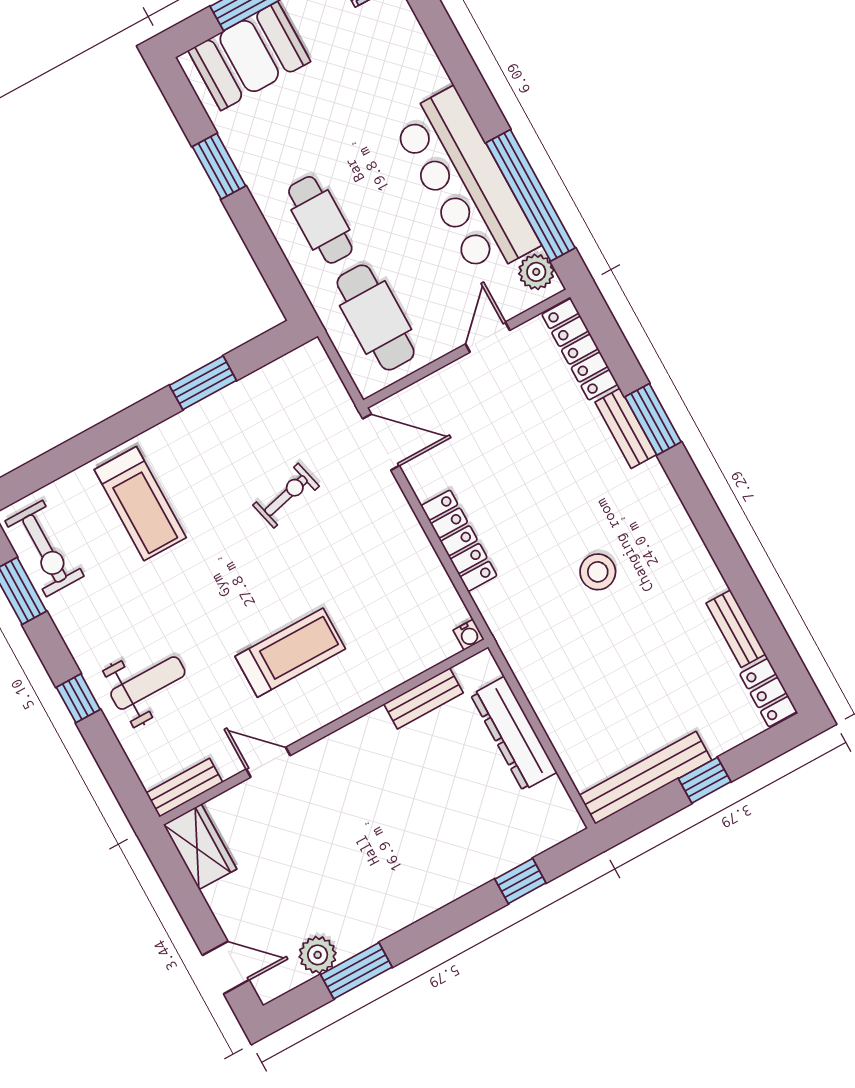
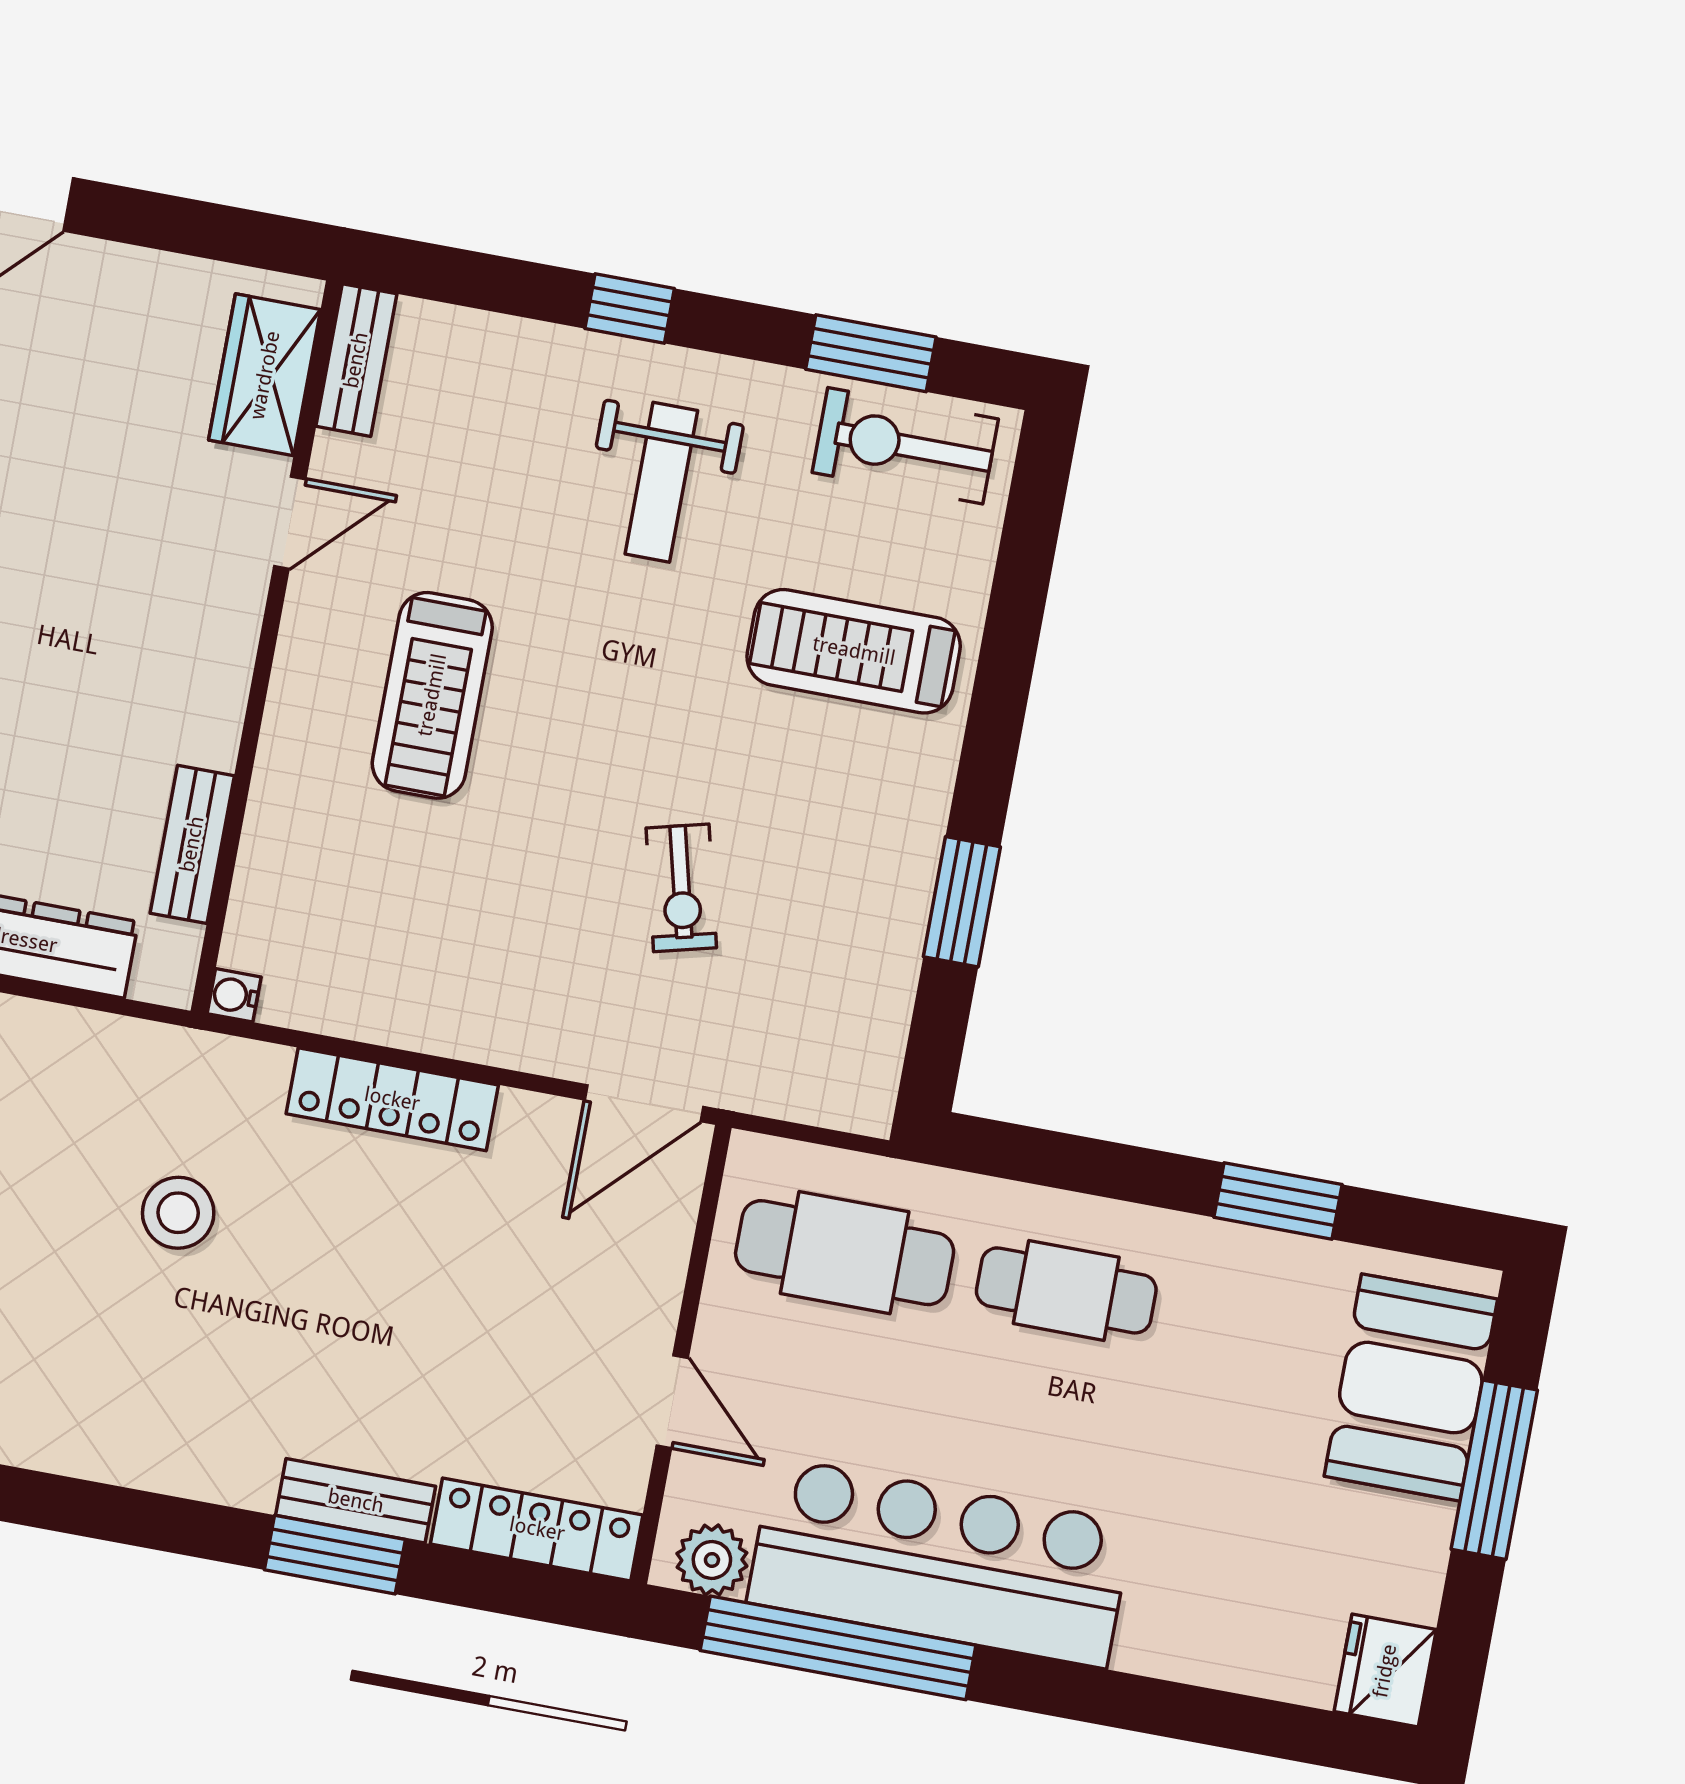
stool: (598, 572) -> (178, 1213), moved
weight bench: (148, 683) -> (661, 482), moved
wardrobe: (200, 847) -> (265, 375), moved, turned 90

